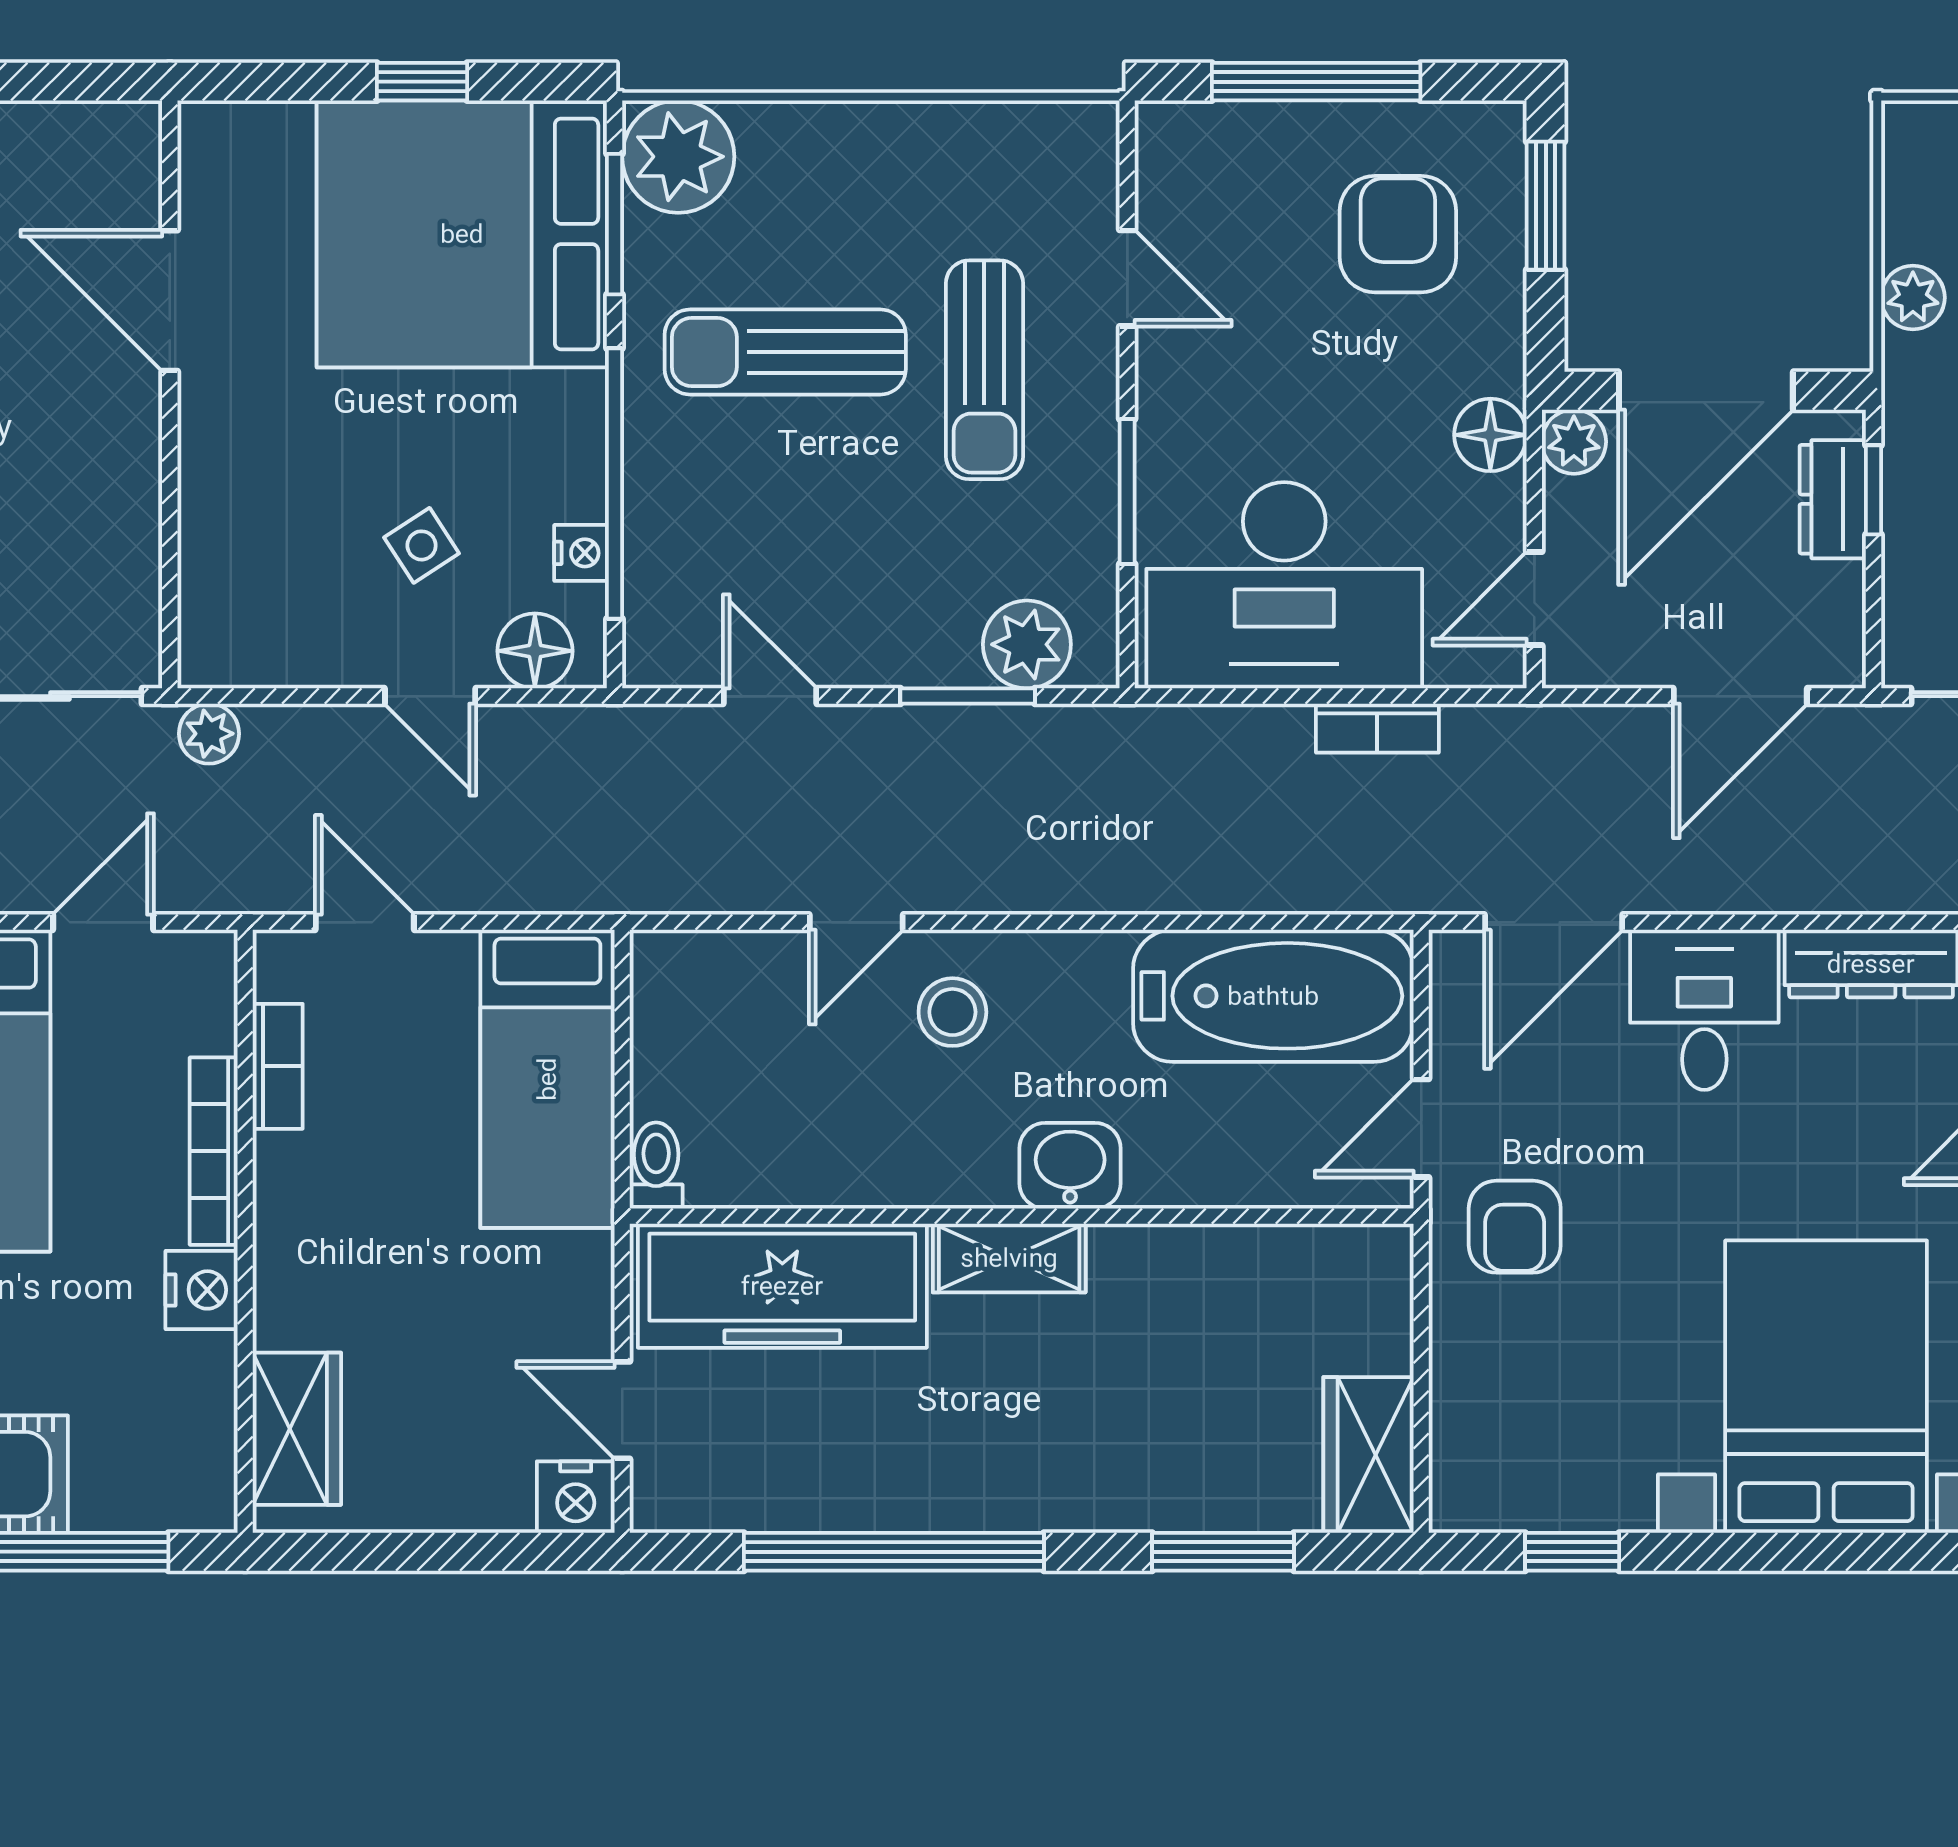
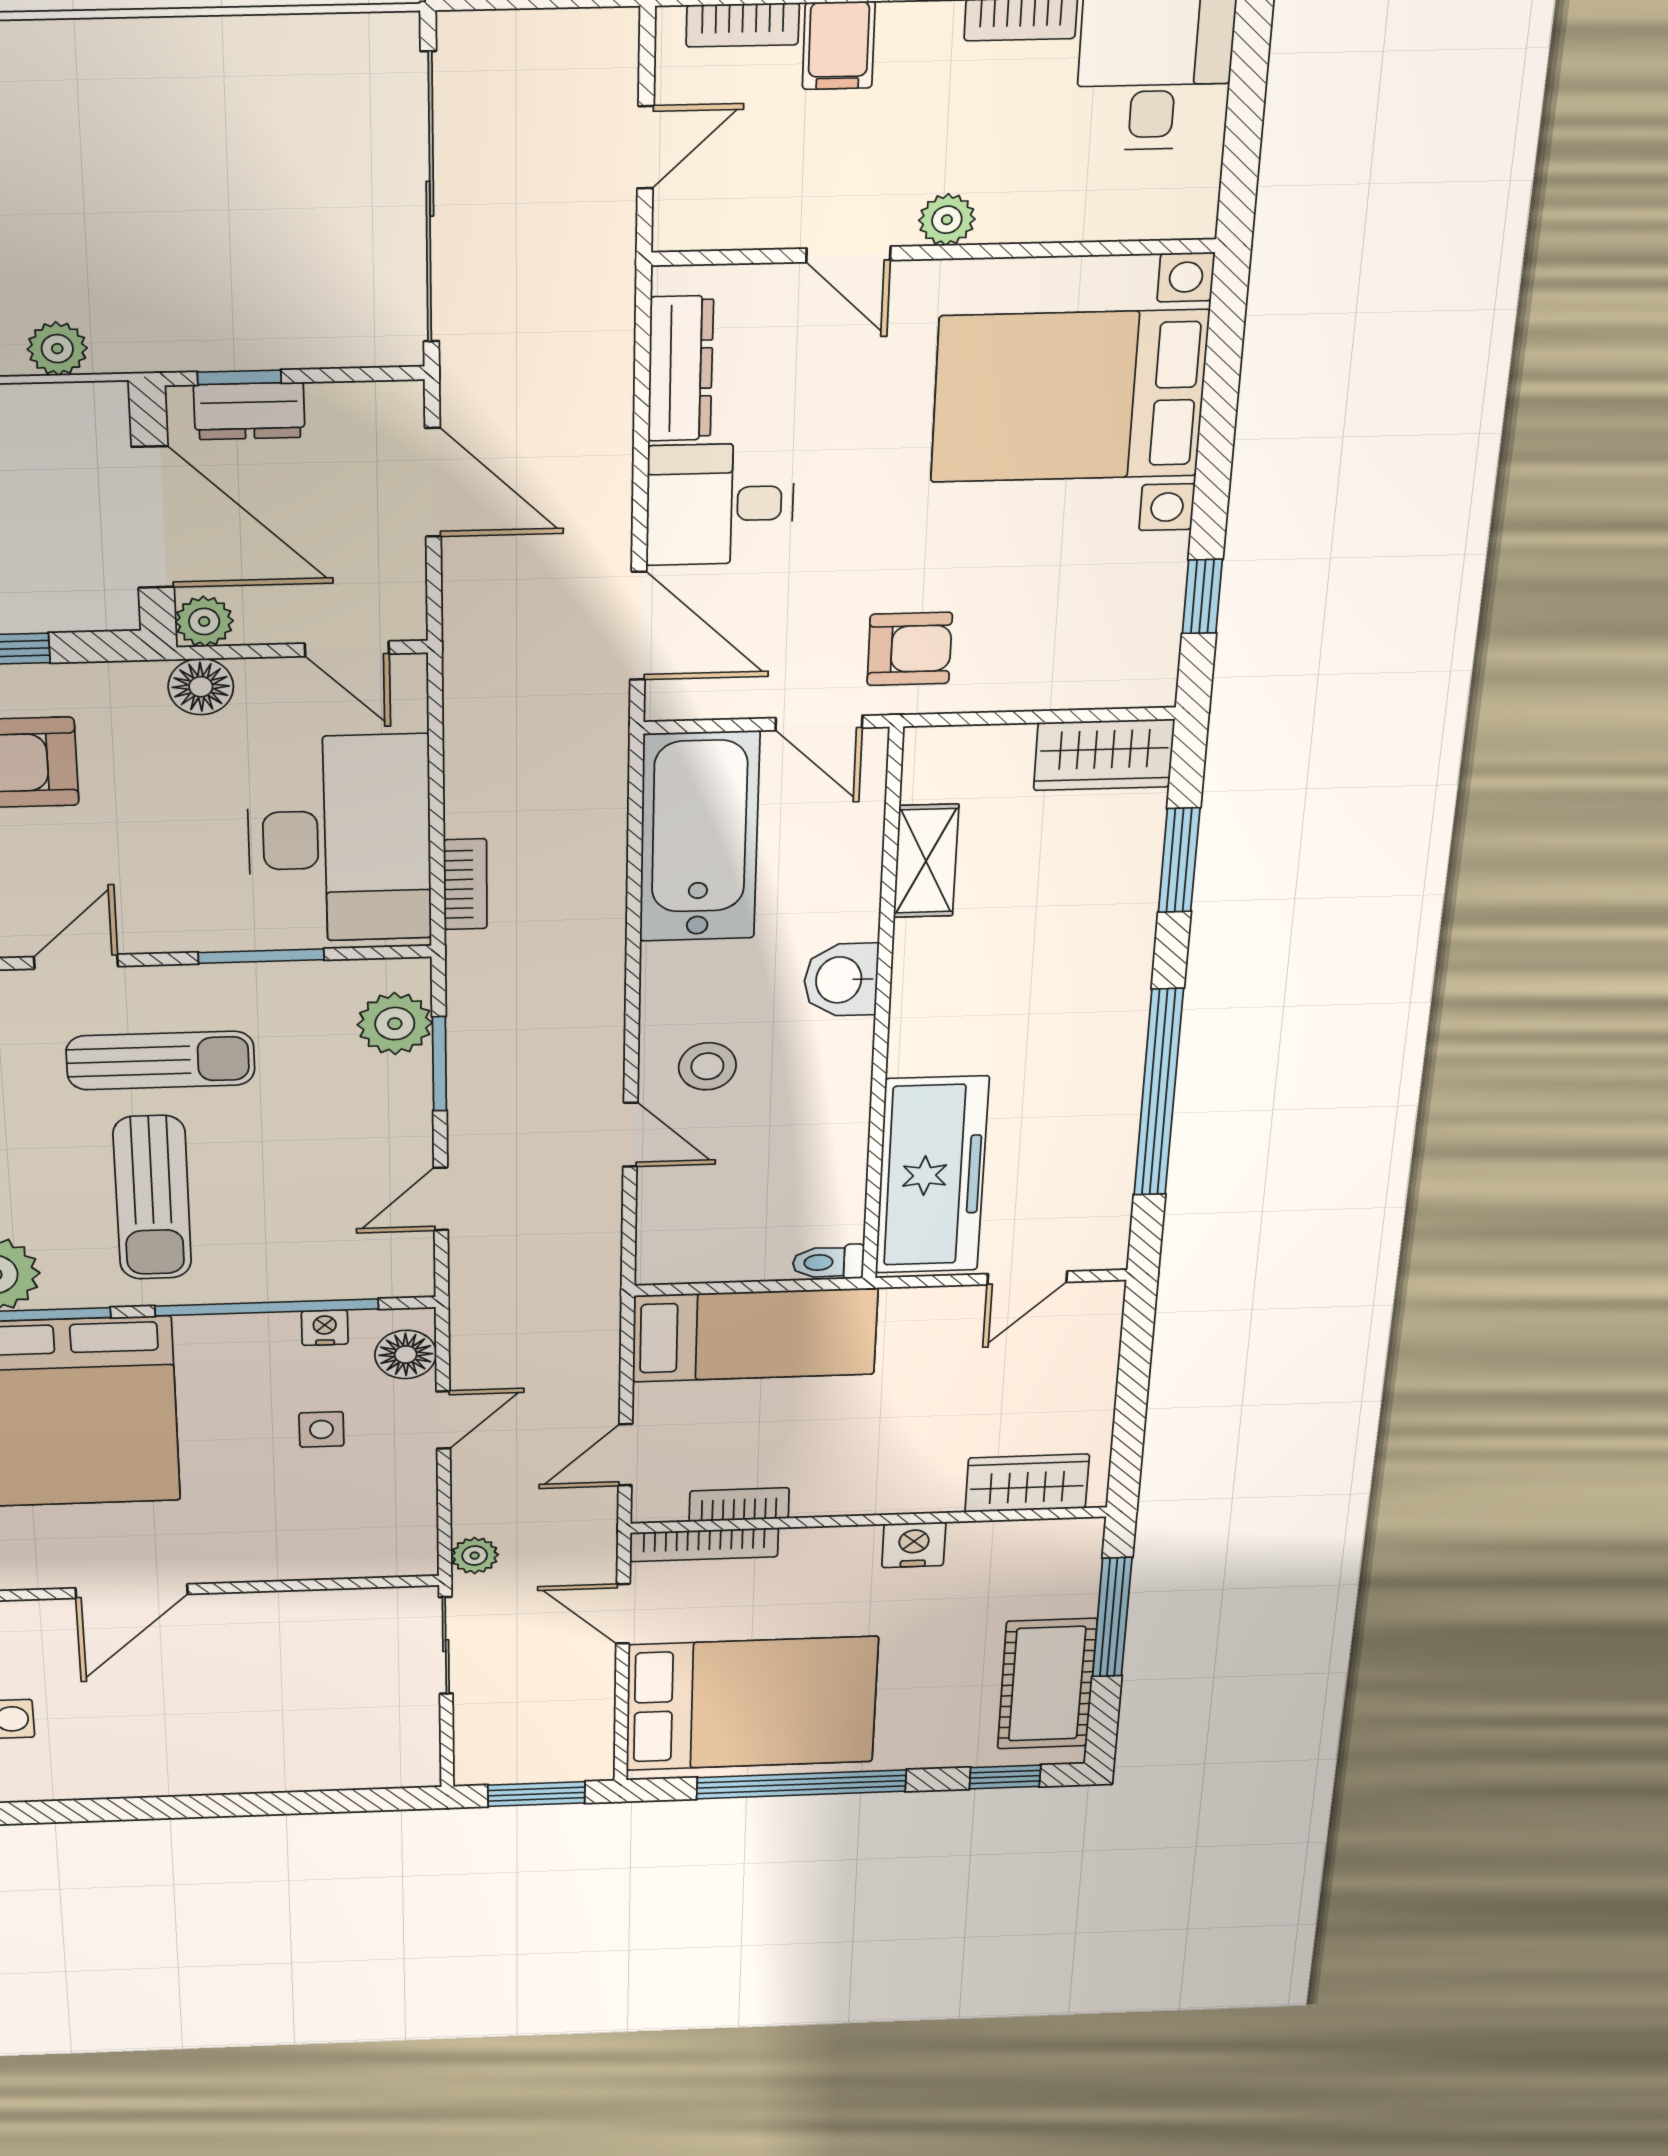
side table: (422, 545) -> (321, 1429), turned 33
bookcase: (1377, 728) -> (465, 884), moved
bookcase: (214, 1151) -> (704, 1545), moved
shelving: (1009, 1258) -> (926, 861), moved
nightstand: (576, 1497) -> (1096, 1306), removed

